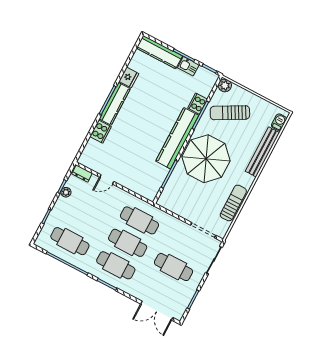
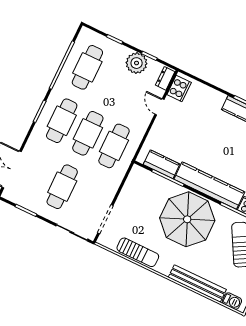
cooker: (101, 132) -> (179, 89), moved, turned -90
kitchen counter: (157, 179) -> (162, 164), added
plant: (66, 192) -> (137, 63), width x1.88, depth x1.88

